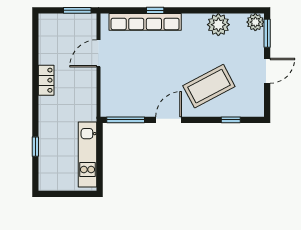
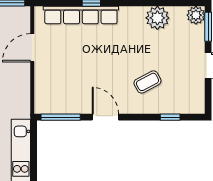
coffee table: (209, 86) -> (147, 82), width x0.54, depth x0.58
door: (169, 120) -> (105, 117), hinge flipped

